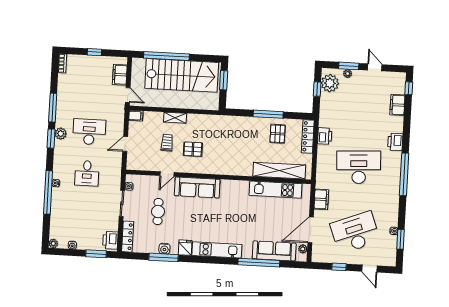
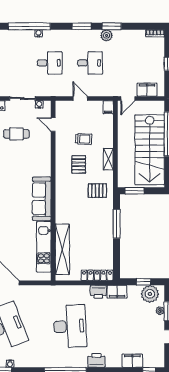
window: (224, 80) -> (134, 191), moved
window: (53, 108) -> (112, 26), width x0.69
window: (268, 114) -> (117, 224), moved
shelving: (175, 118) -> (108, 159), moved
desk: (89, 132) -> (90, 63), width x0.73
plant: (61, 134) -> (107, 35), moved
pallet: (278, 134) -> (97, 191), moved
desk: (87, 173) -> (50, 63), turned 180
door: (167, 174) -> (53, 124), moved
sofa: (197, 187) -> (42, 199), moved
filing cabinet: (321, 199) -> (117, 292), moved

